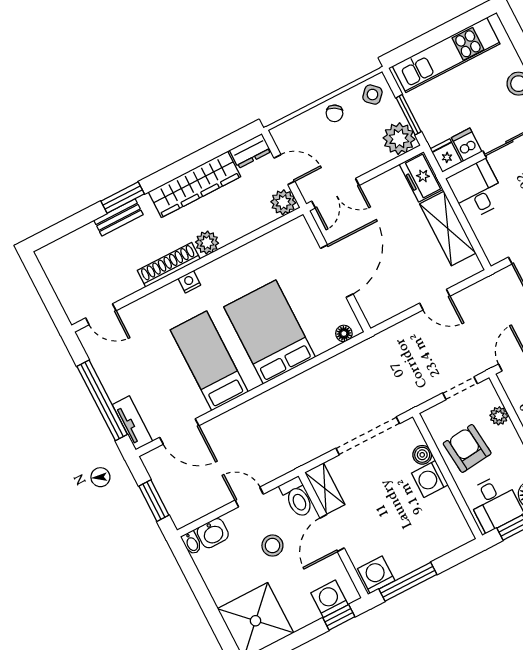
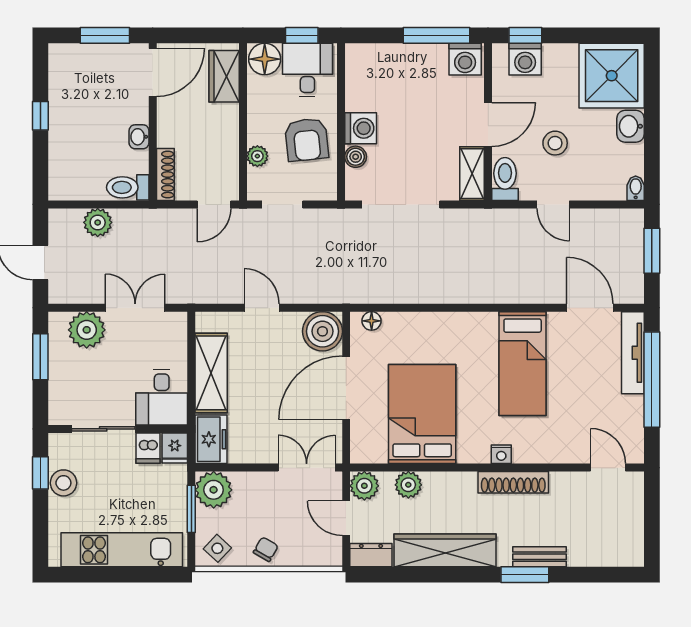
plant: (207, 243) -> (408, 485), moved
boiler: (378, 306) -> (322, 331), added
bed: (270, 332) -> (422, 414), moved, turned 180
tv unit: (132, 423) -> (633, 353), width x1.41
washbasin: (213, 533) -> (631, 126), moved, turned -90

